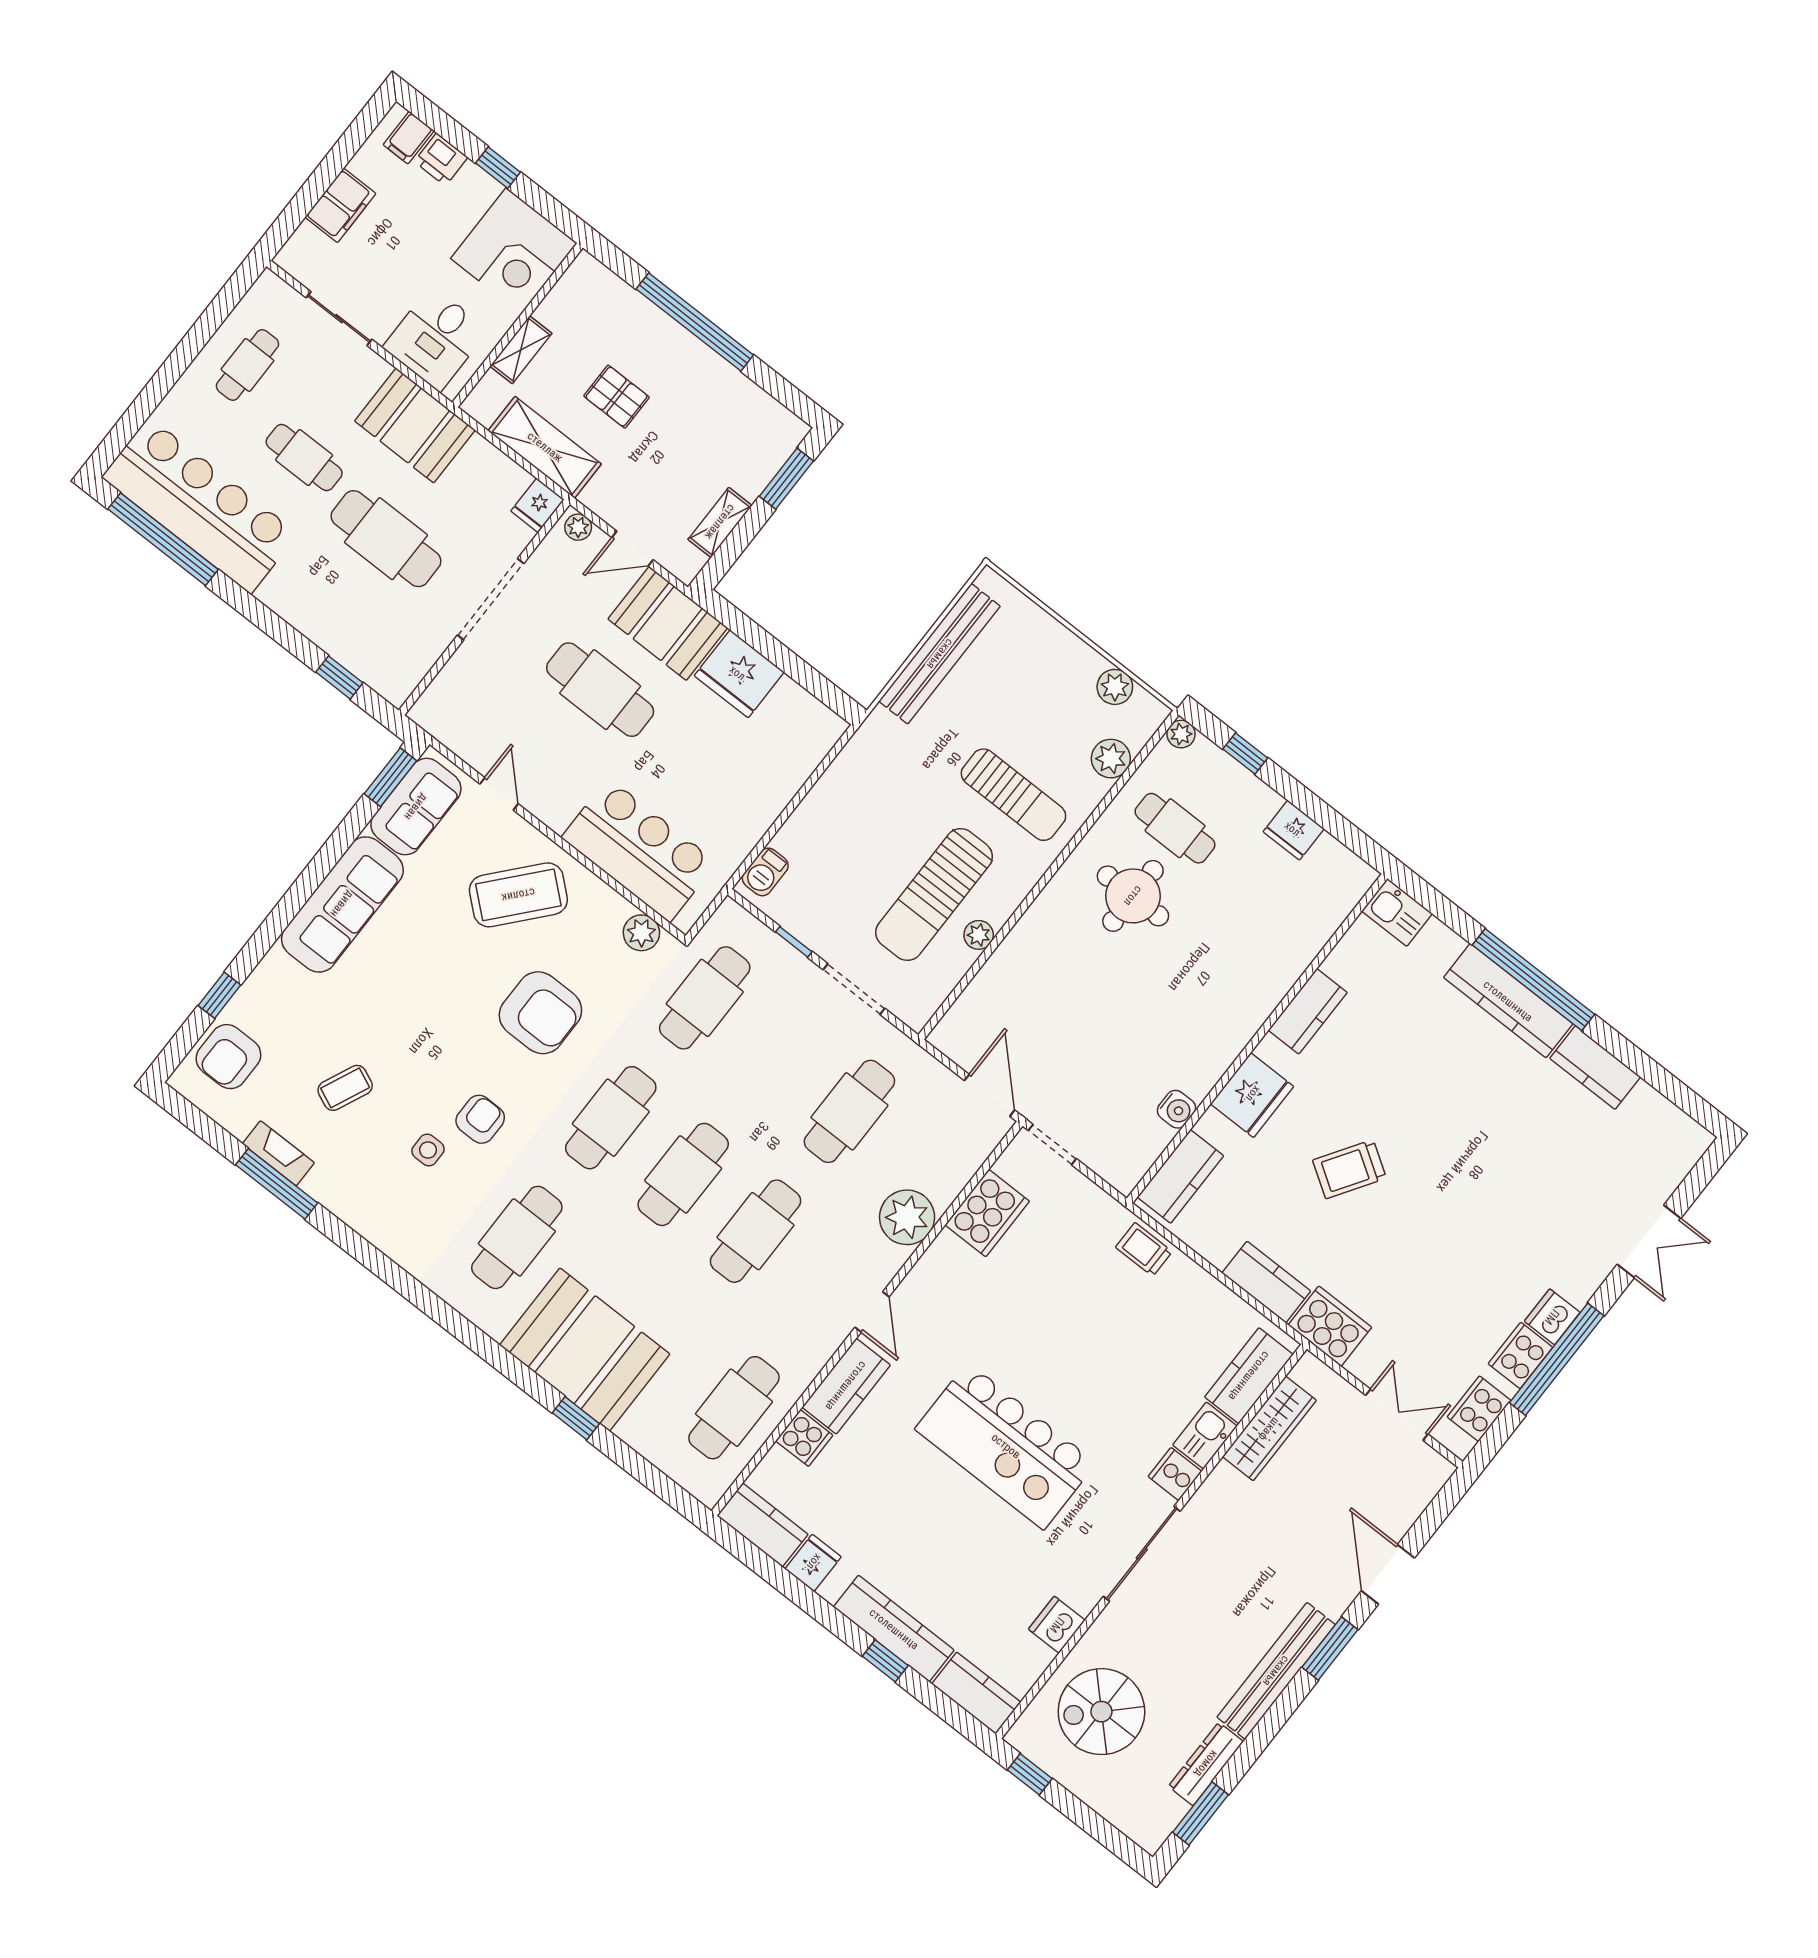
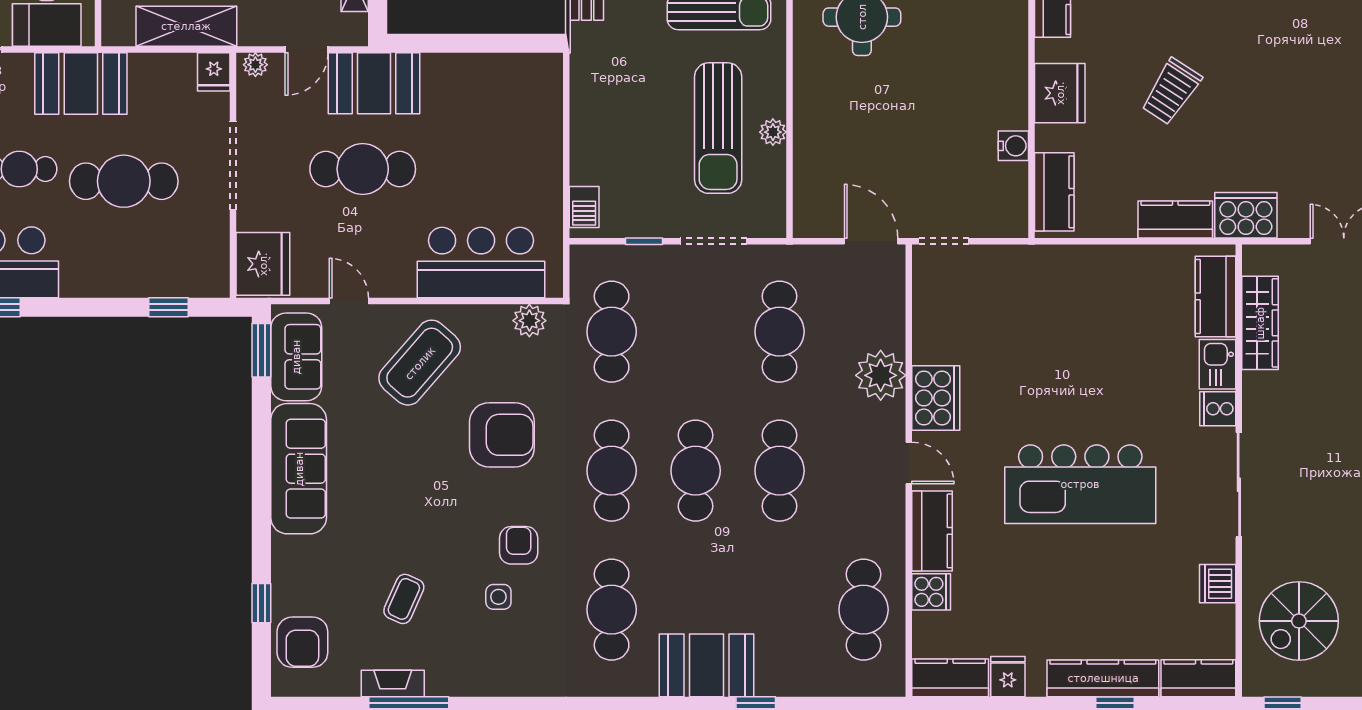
fridge: (739, 674) -> (263, 264), moved, turned -90
cooker: (987, 1213) -> (936, 398), moved
trolley: (1144, 1249) -> (1069, 265), removed
booth: (585, 1350) -> (706, 665), width x0.73, depth x0.70

